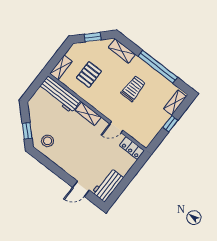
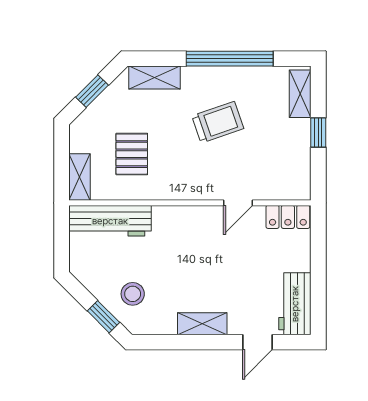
trolley: (133, 88) -> (218, 122), turned 71
shelving: (88, 114) -> (202, 324), moved
stool: (48, 141) -> (133, 294), moved

